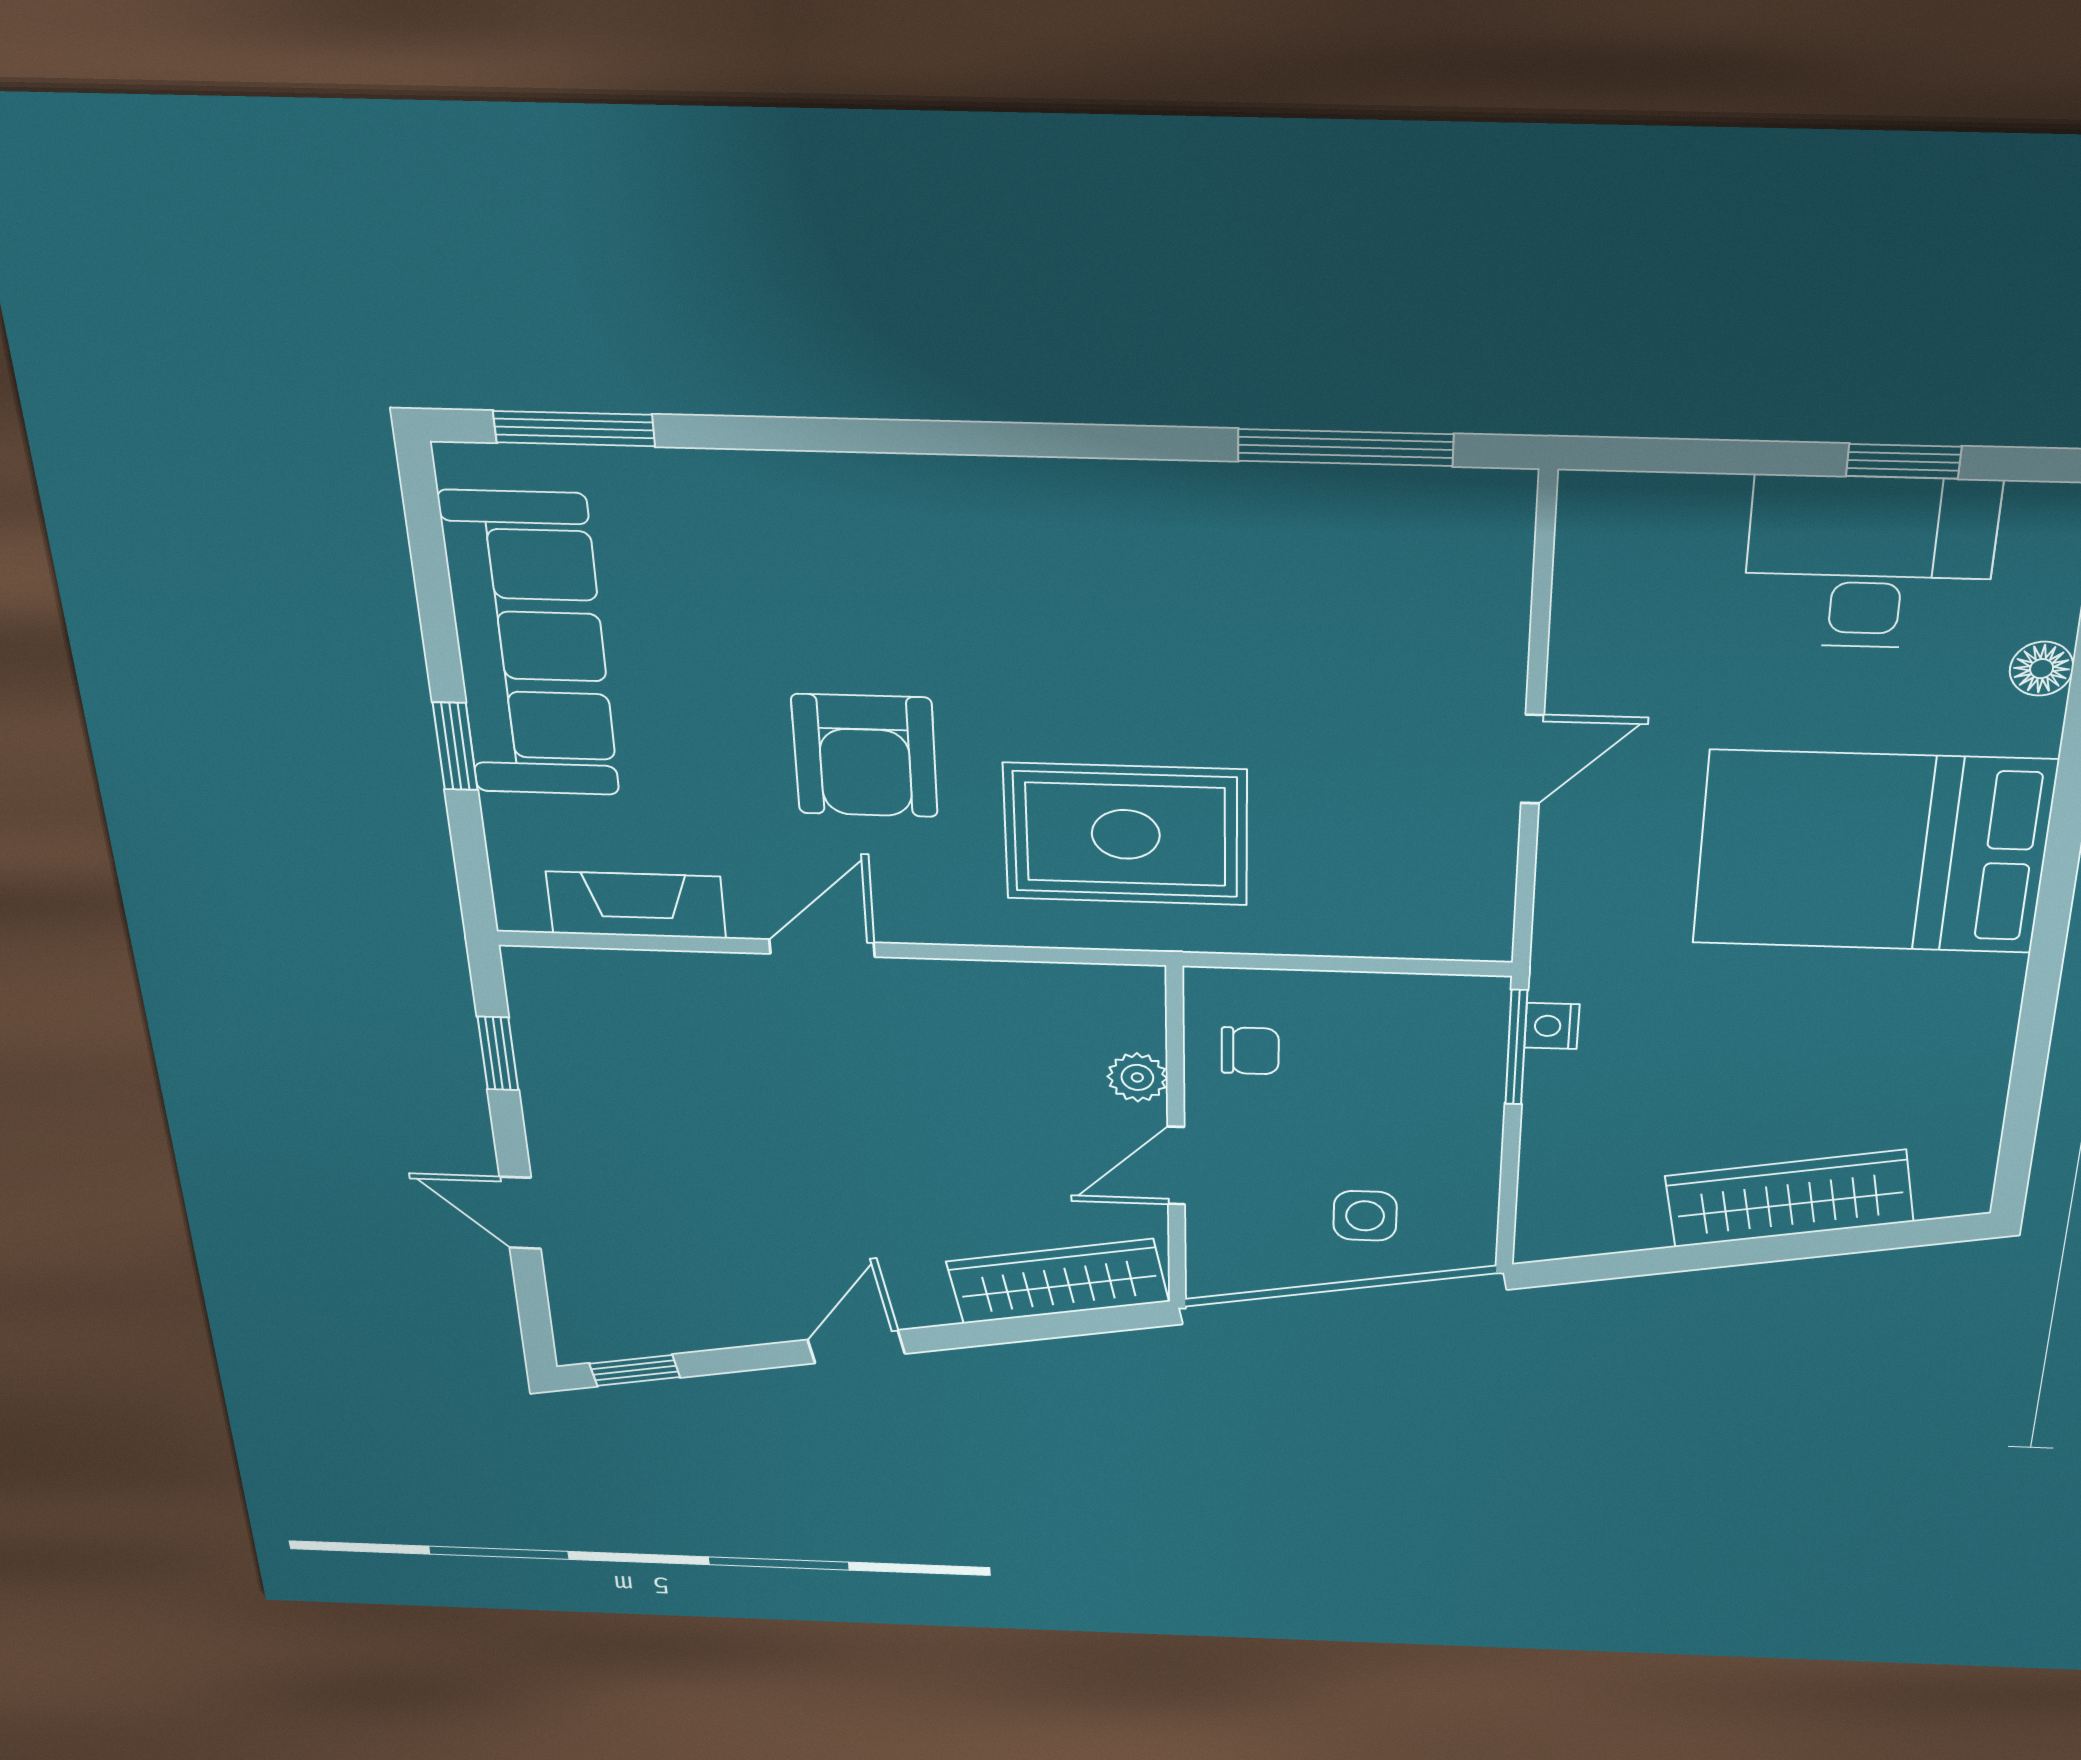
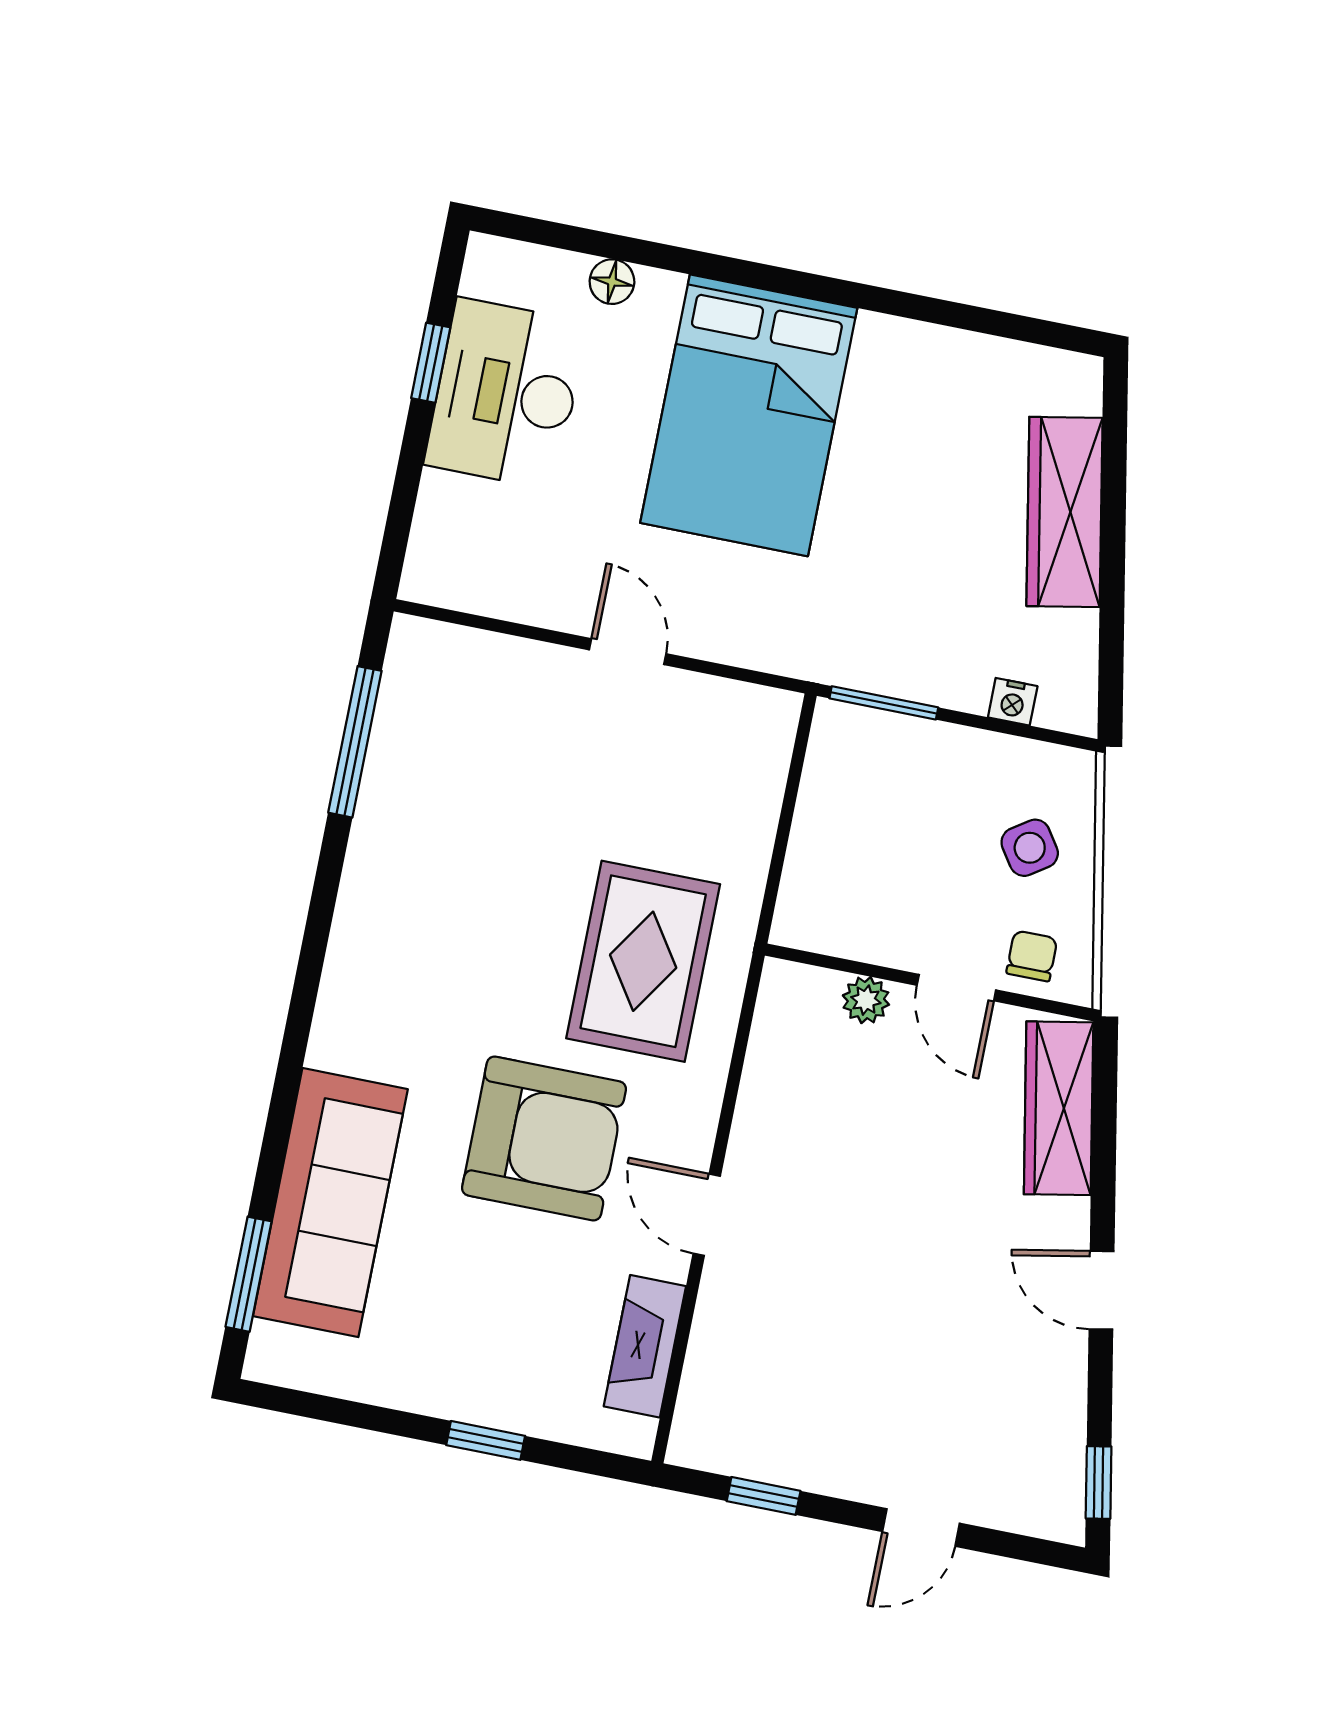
sofa: (530, 646) -> (330, 1203), moved, turned 90
armchair: (865, 756) -> (544, 1138), width x1.36, depth x1.36
nightstand: (1552, 1026) -> (1013, 702), moved
chair: (1250, 1051) -> (1032, 956), moved
side table: (1365, 1216) -> (1030, 848), turned -34

